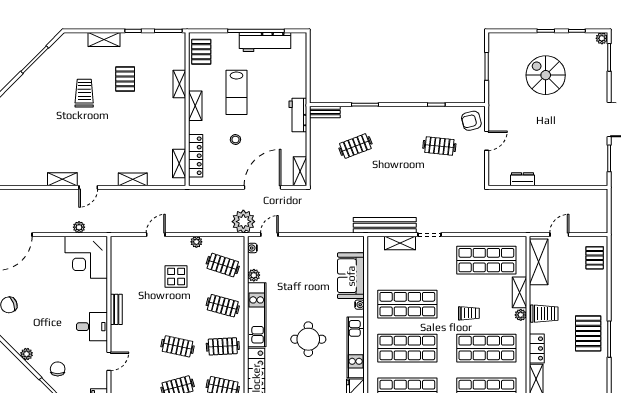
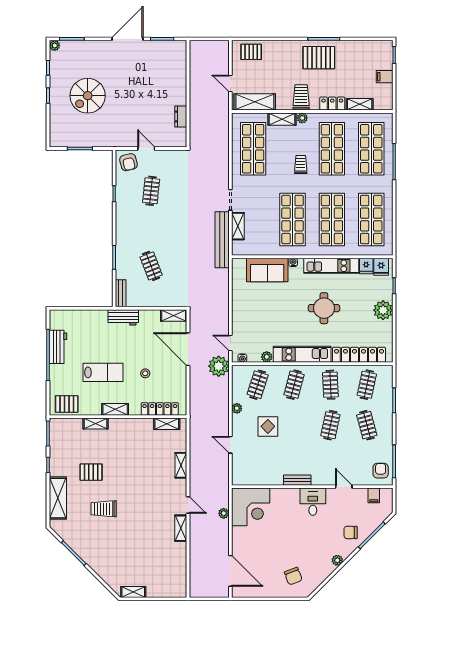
shelving: (104, 39) -> (58, 498), width x1.50, depth x1.33
workbench: (265, 42) -> (58, 347), width x0.73

